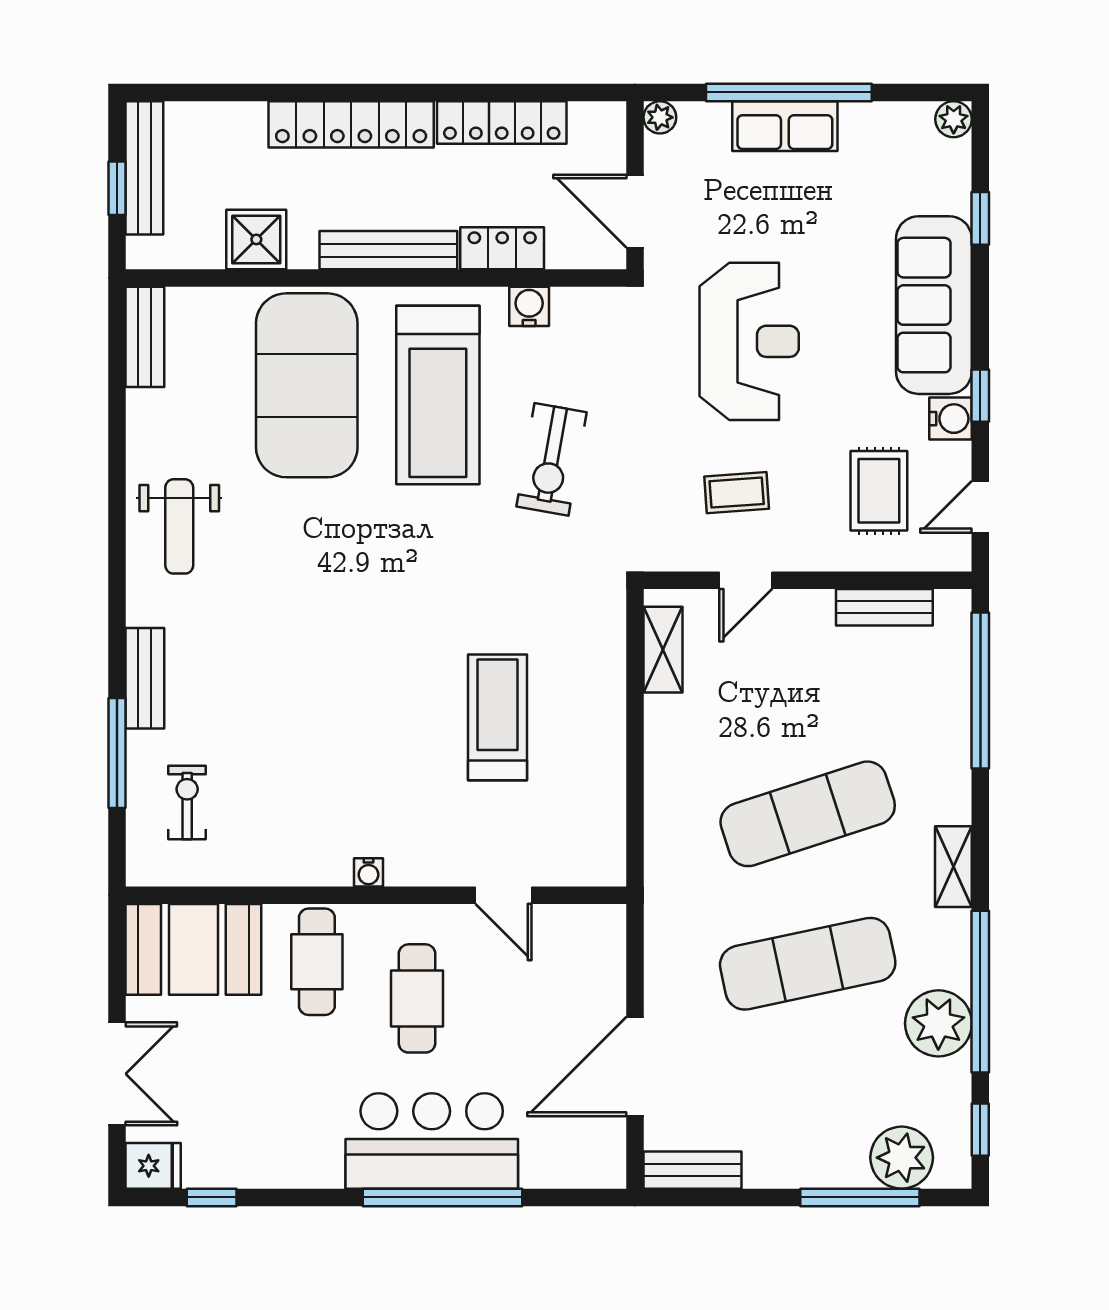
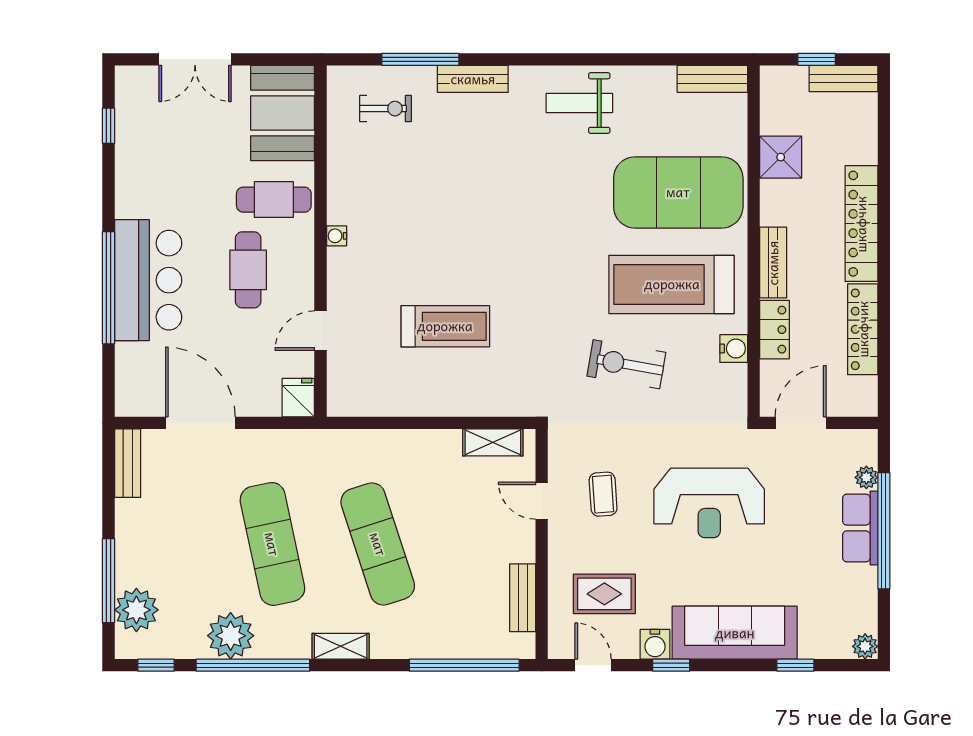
plant: (660, 117) -> (866, 477), moved
bench: (144, 168) -> (843, 79), width x0.73
bench: (388, 250) -> (773, 263), width x0.73
cafe table: (417, 998) -> (248, 270), turned 90
fridge: (153, 1166) -> (298, 398), moved, turned 180

